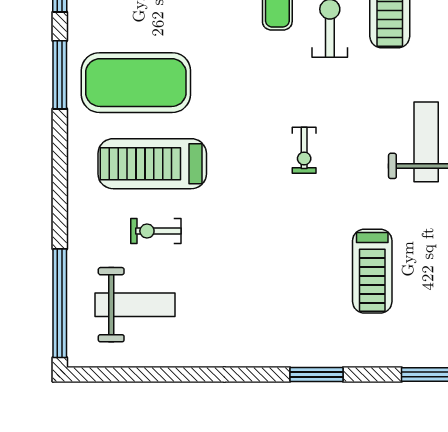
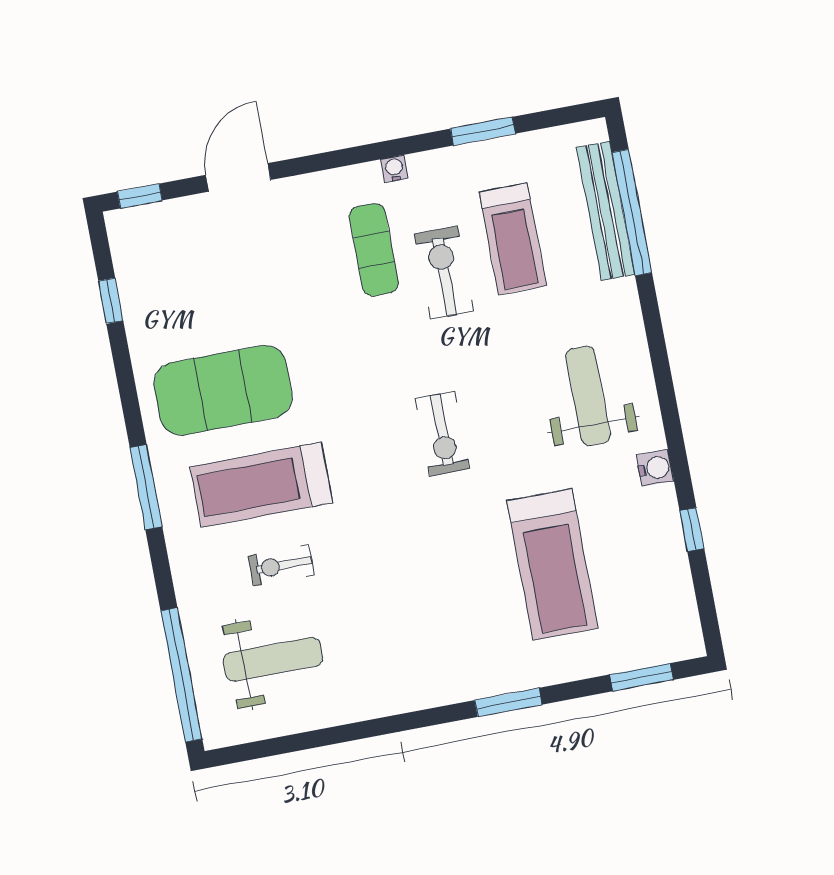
window: (60, 75) -> (146, 487), moved
exercise bike: (304, 150) -> (442, 434), width x1.38, depth x1.39
treadmill: (372, 271) -> (552, 564), width x1.37, depth x1.38

